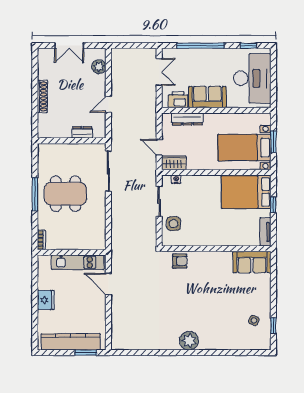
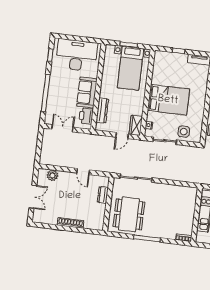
bed: (246, 192) -> (168, 100), moved, turned -90
dining table: (65, 194) -> (129, 214), moved

